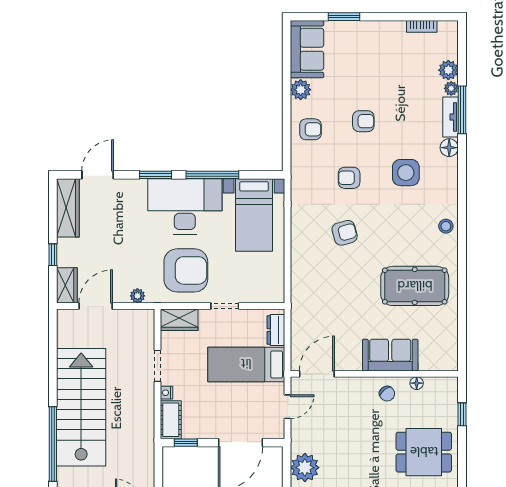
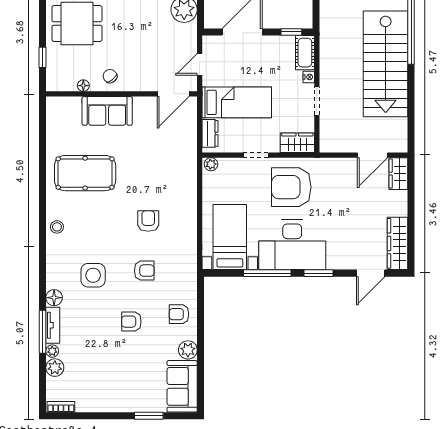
bookcase: (422, 26) -> (61, 407), moved
armchair: (345, 233) -> (148, 221), turned 106
window: (53, 255) -> (411, 201), removed
plant: (137, 296) -> (211, 164), moved

